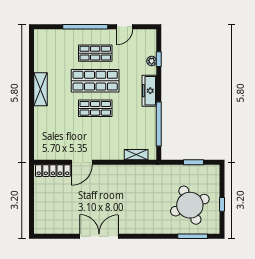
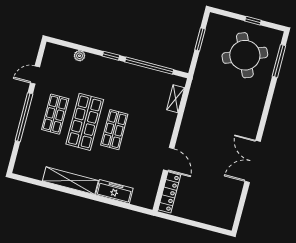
door: (125, 27) -> (35, 75), swing flipped
window: (159, 59) -> (111, 56), moved
shelving: (41, 89) -> (70, 181), width x1.47
freezer: (149, 91) -> (114, 192), moved, turned 180

